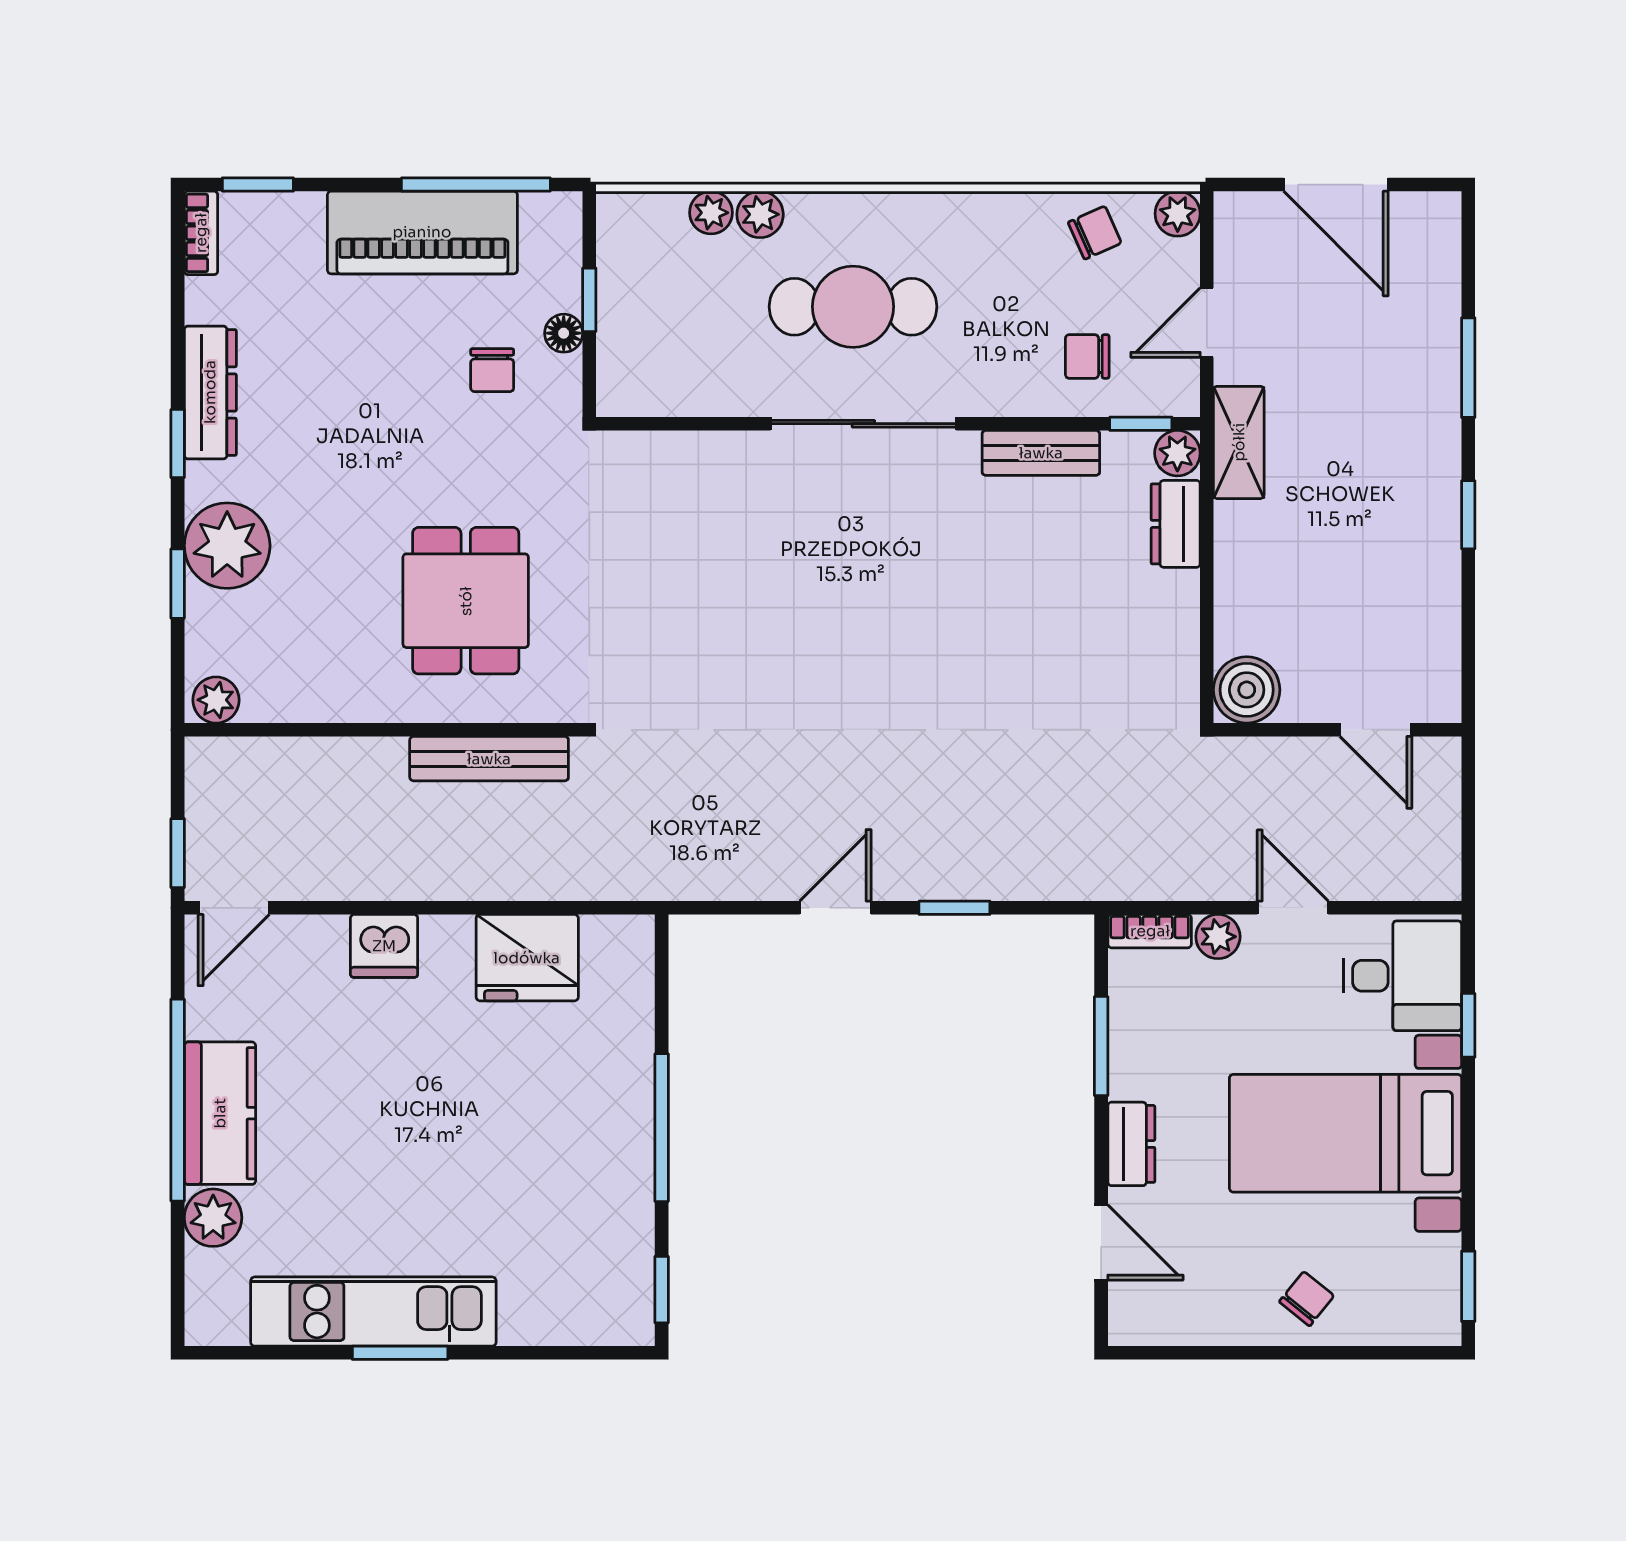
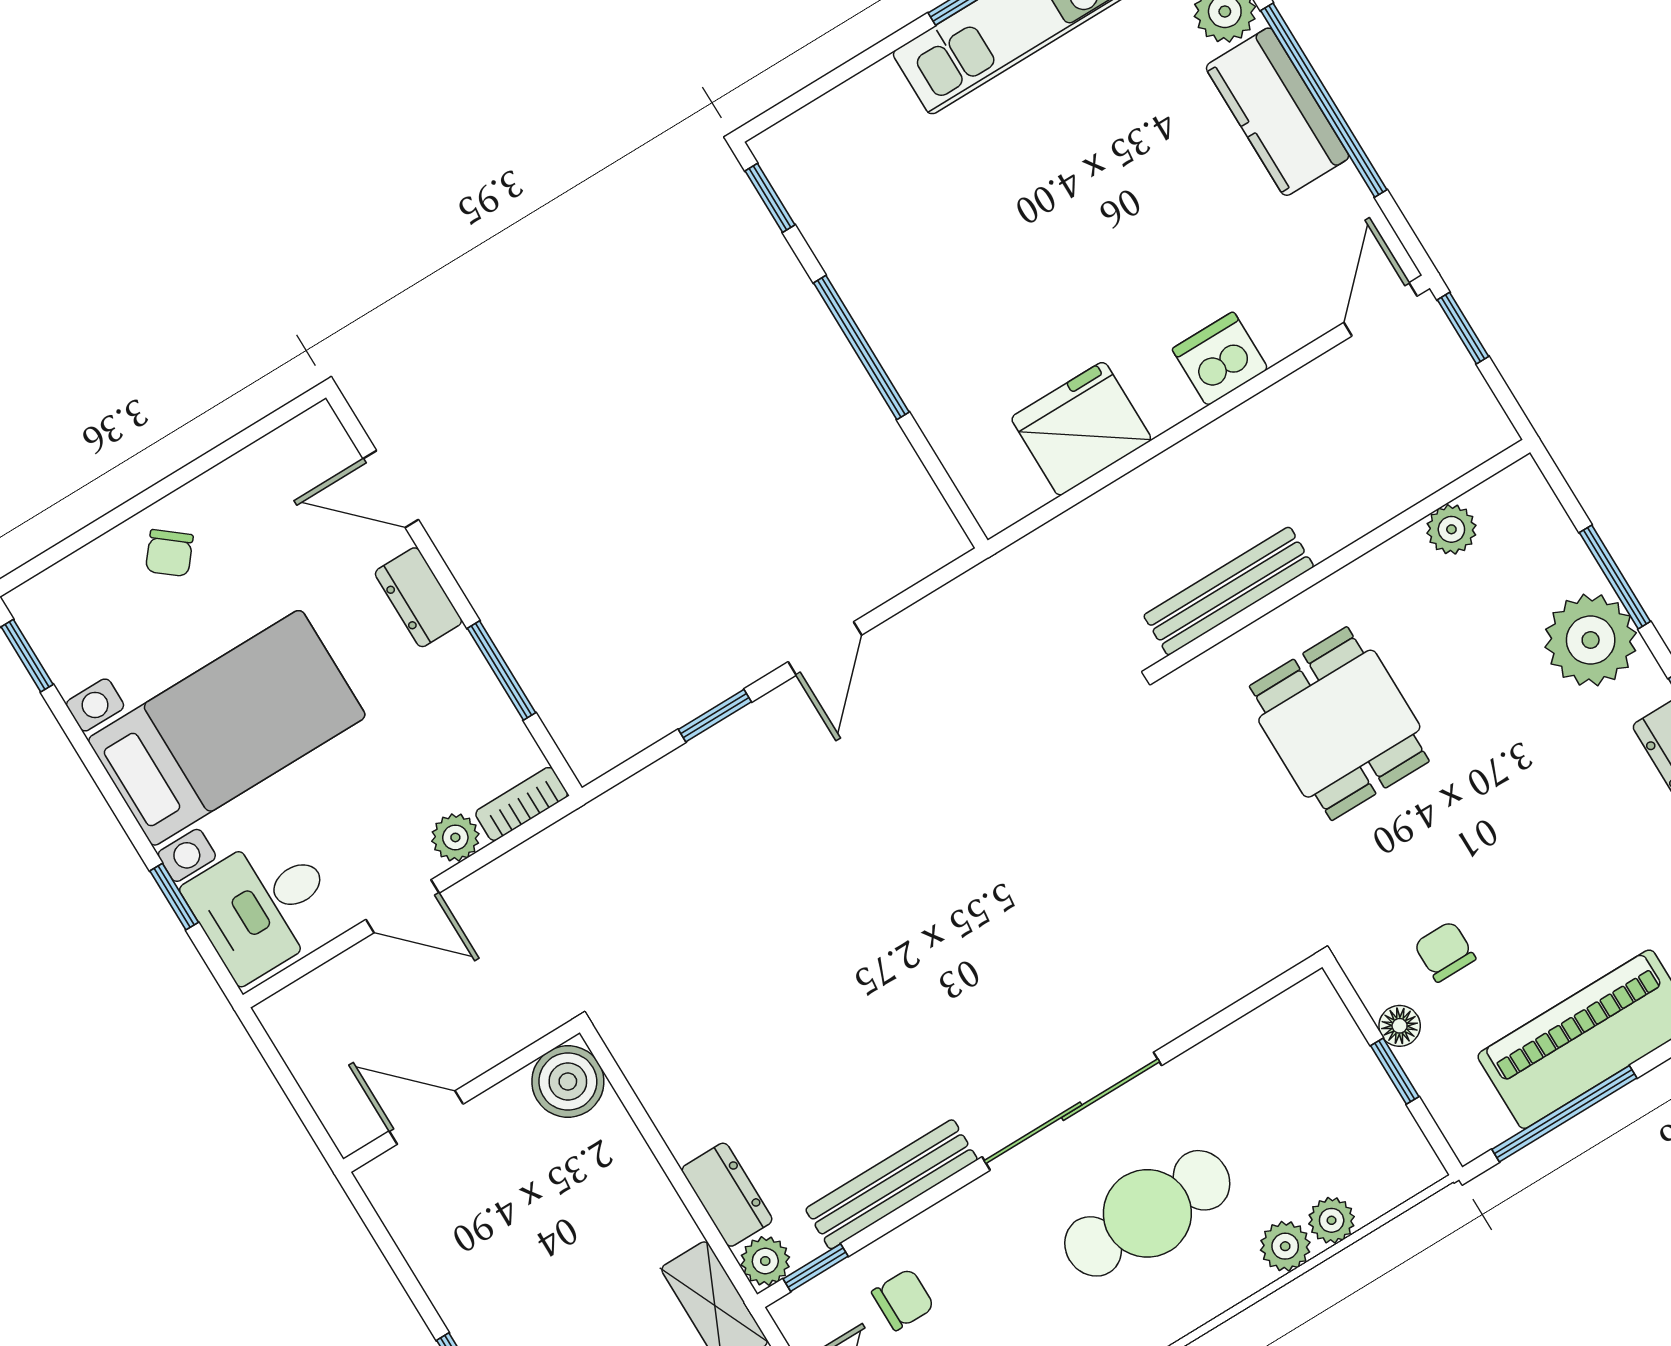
bench: (1041, 453) -> (891, 1184), width x1.36
window: (178, 584) -> (1615, 577), width x1.50
plant: (216, 700) -> (1451, 529), moved

